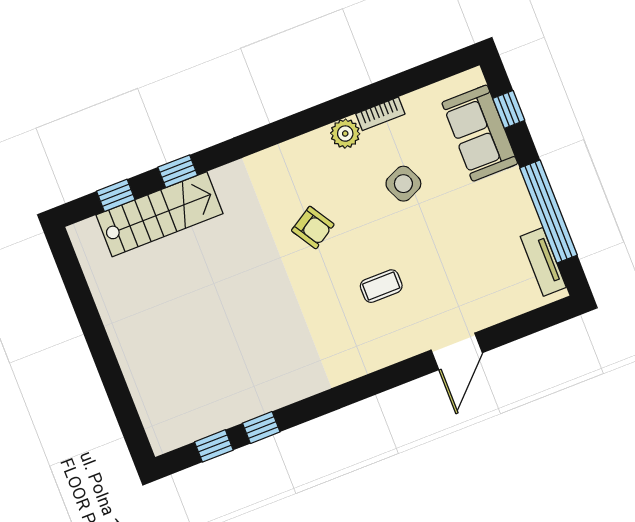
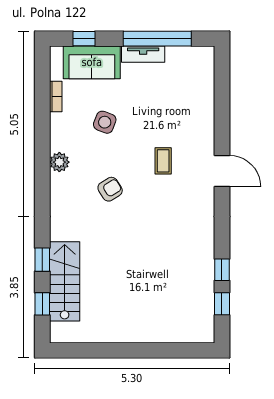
bookcase: (380, 114) -> (56, 96), moved
plant: (345, 134) -> (59, 162), moved
side table: (403, 184) -> (105, 122), turned 45
tv unit: (543, 262) -> (143, 54), moved
door: (457, 351) -> (222, 171), moved

